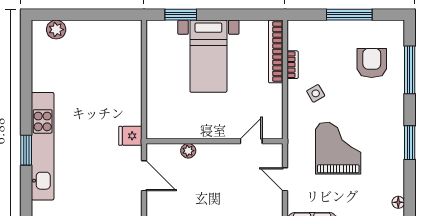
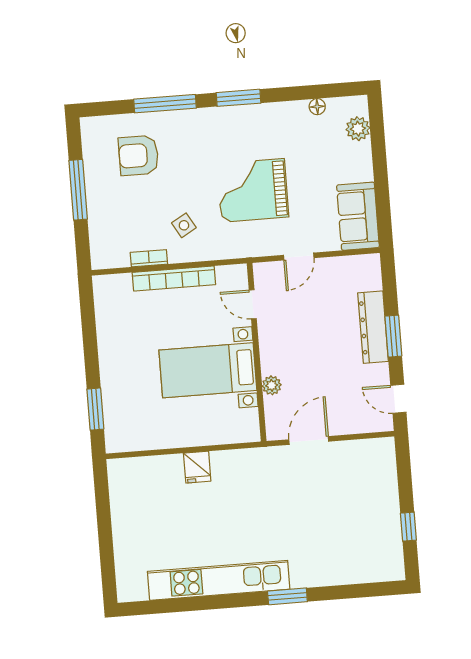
plant: (56, 30) -> (127, 570), removed
bookcase: (276, 51) -> (174, 279), moved
bed with nightstands: (208, 56) -> (208, 370), moved, turned 180
window: (410, 70) -> (165, 104), moved
fridge: (130, 136) -> (197, 467), moved
kitchen unit: (43, 146) -> (219, 580), moved

